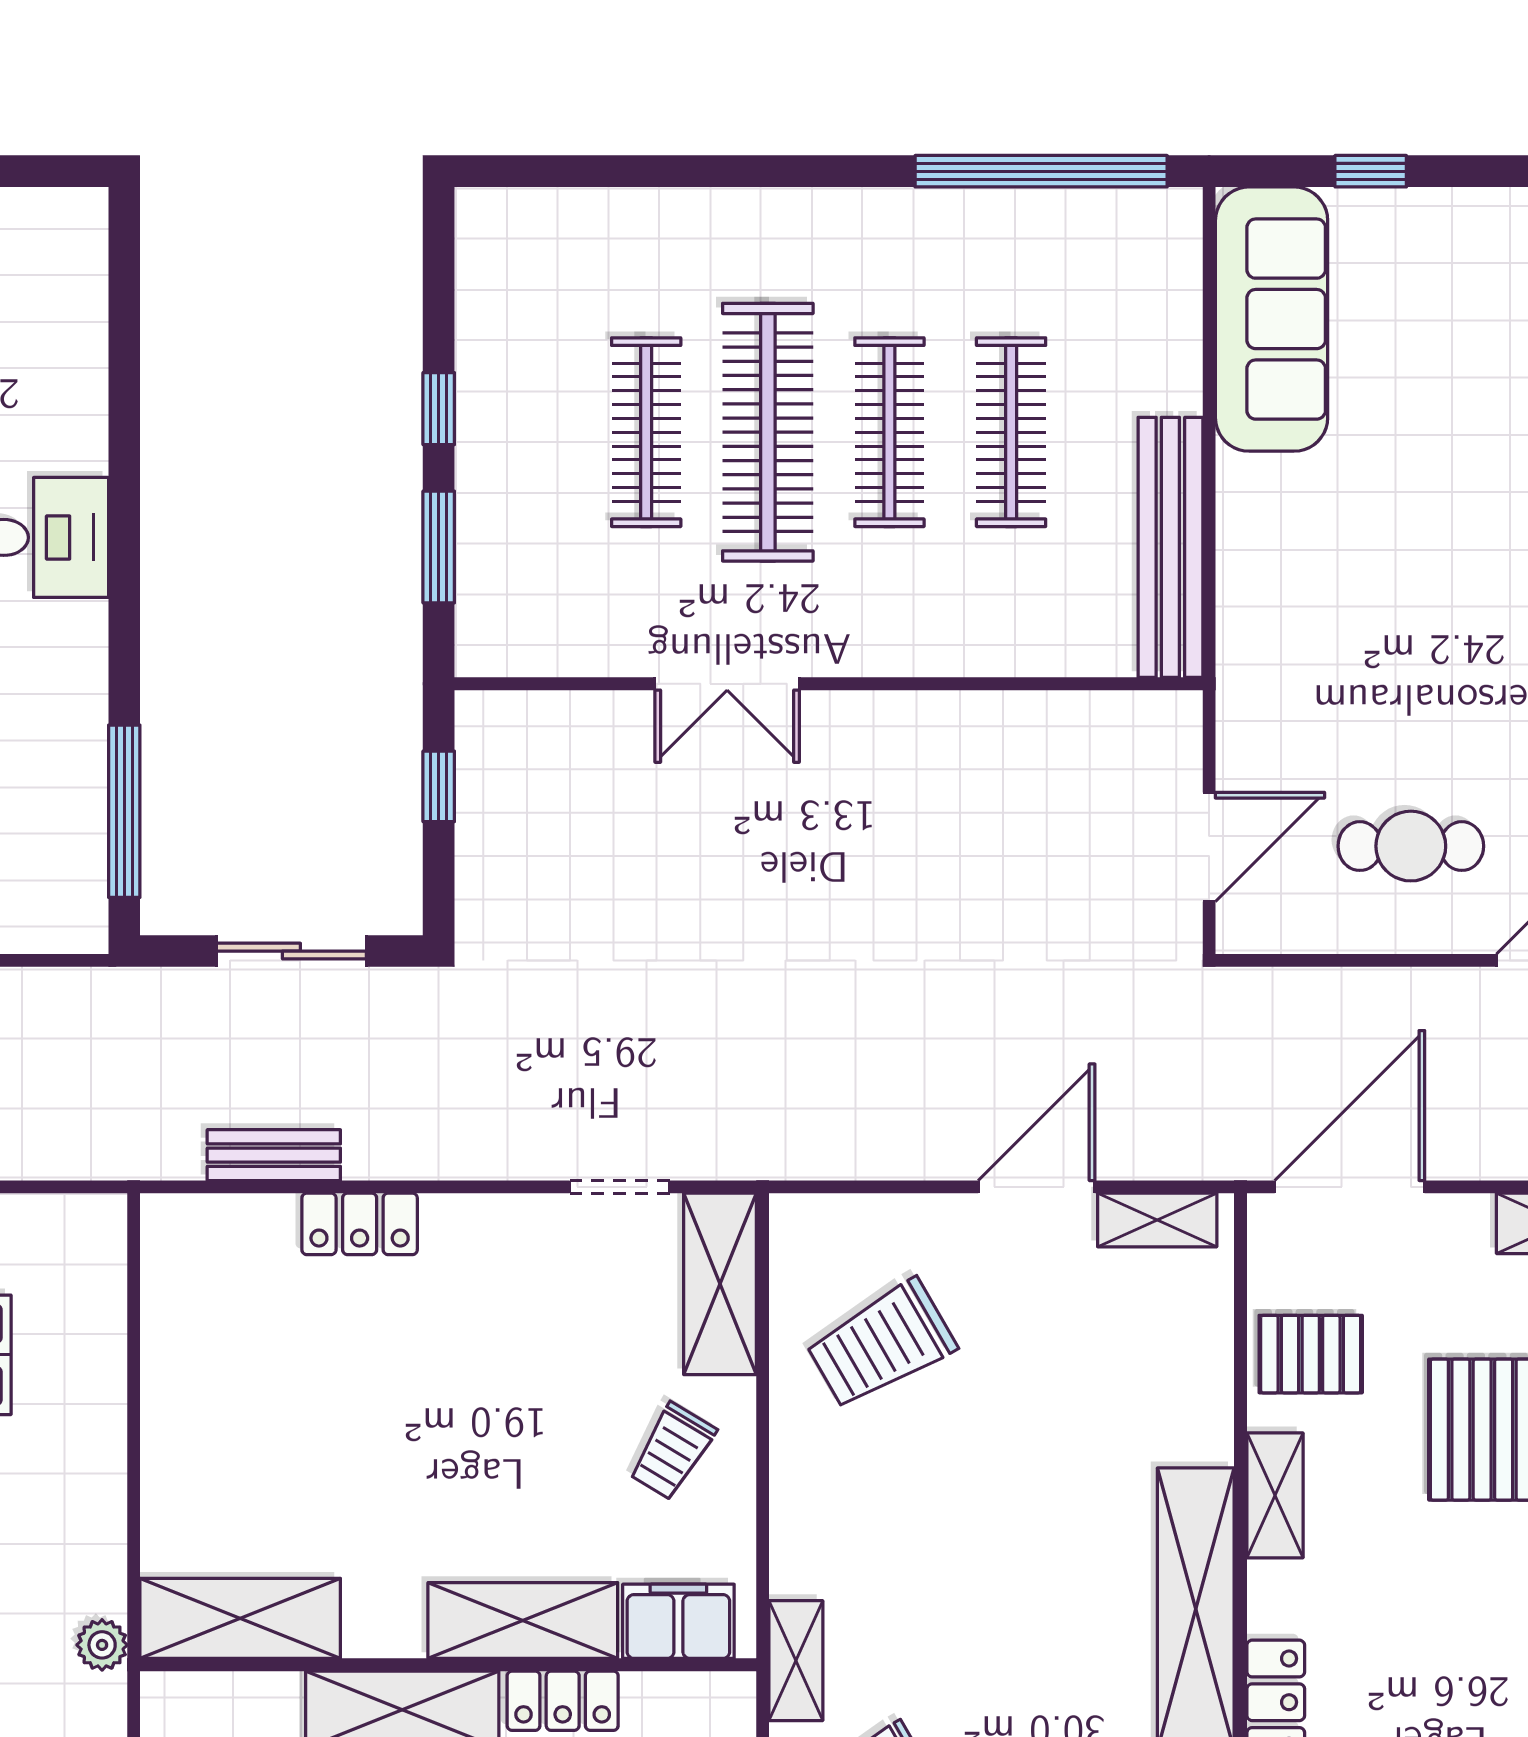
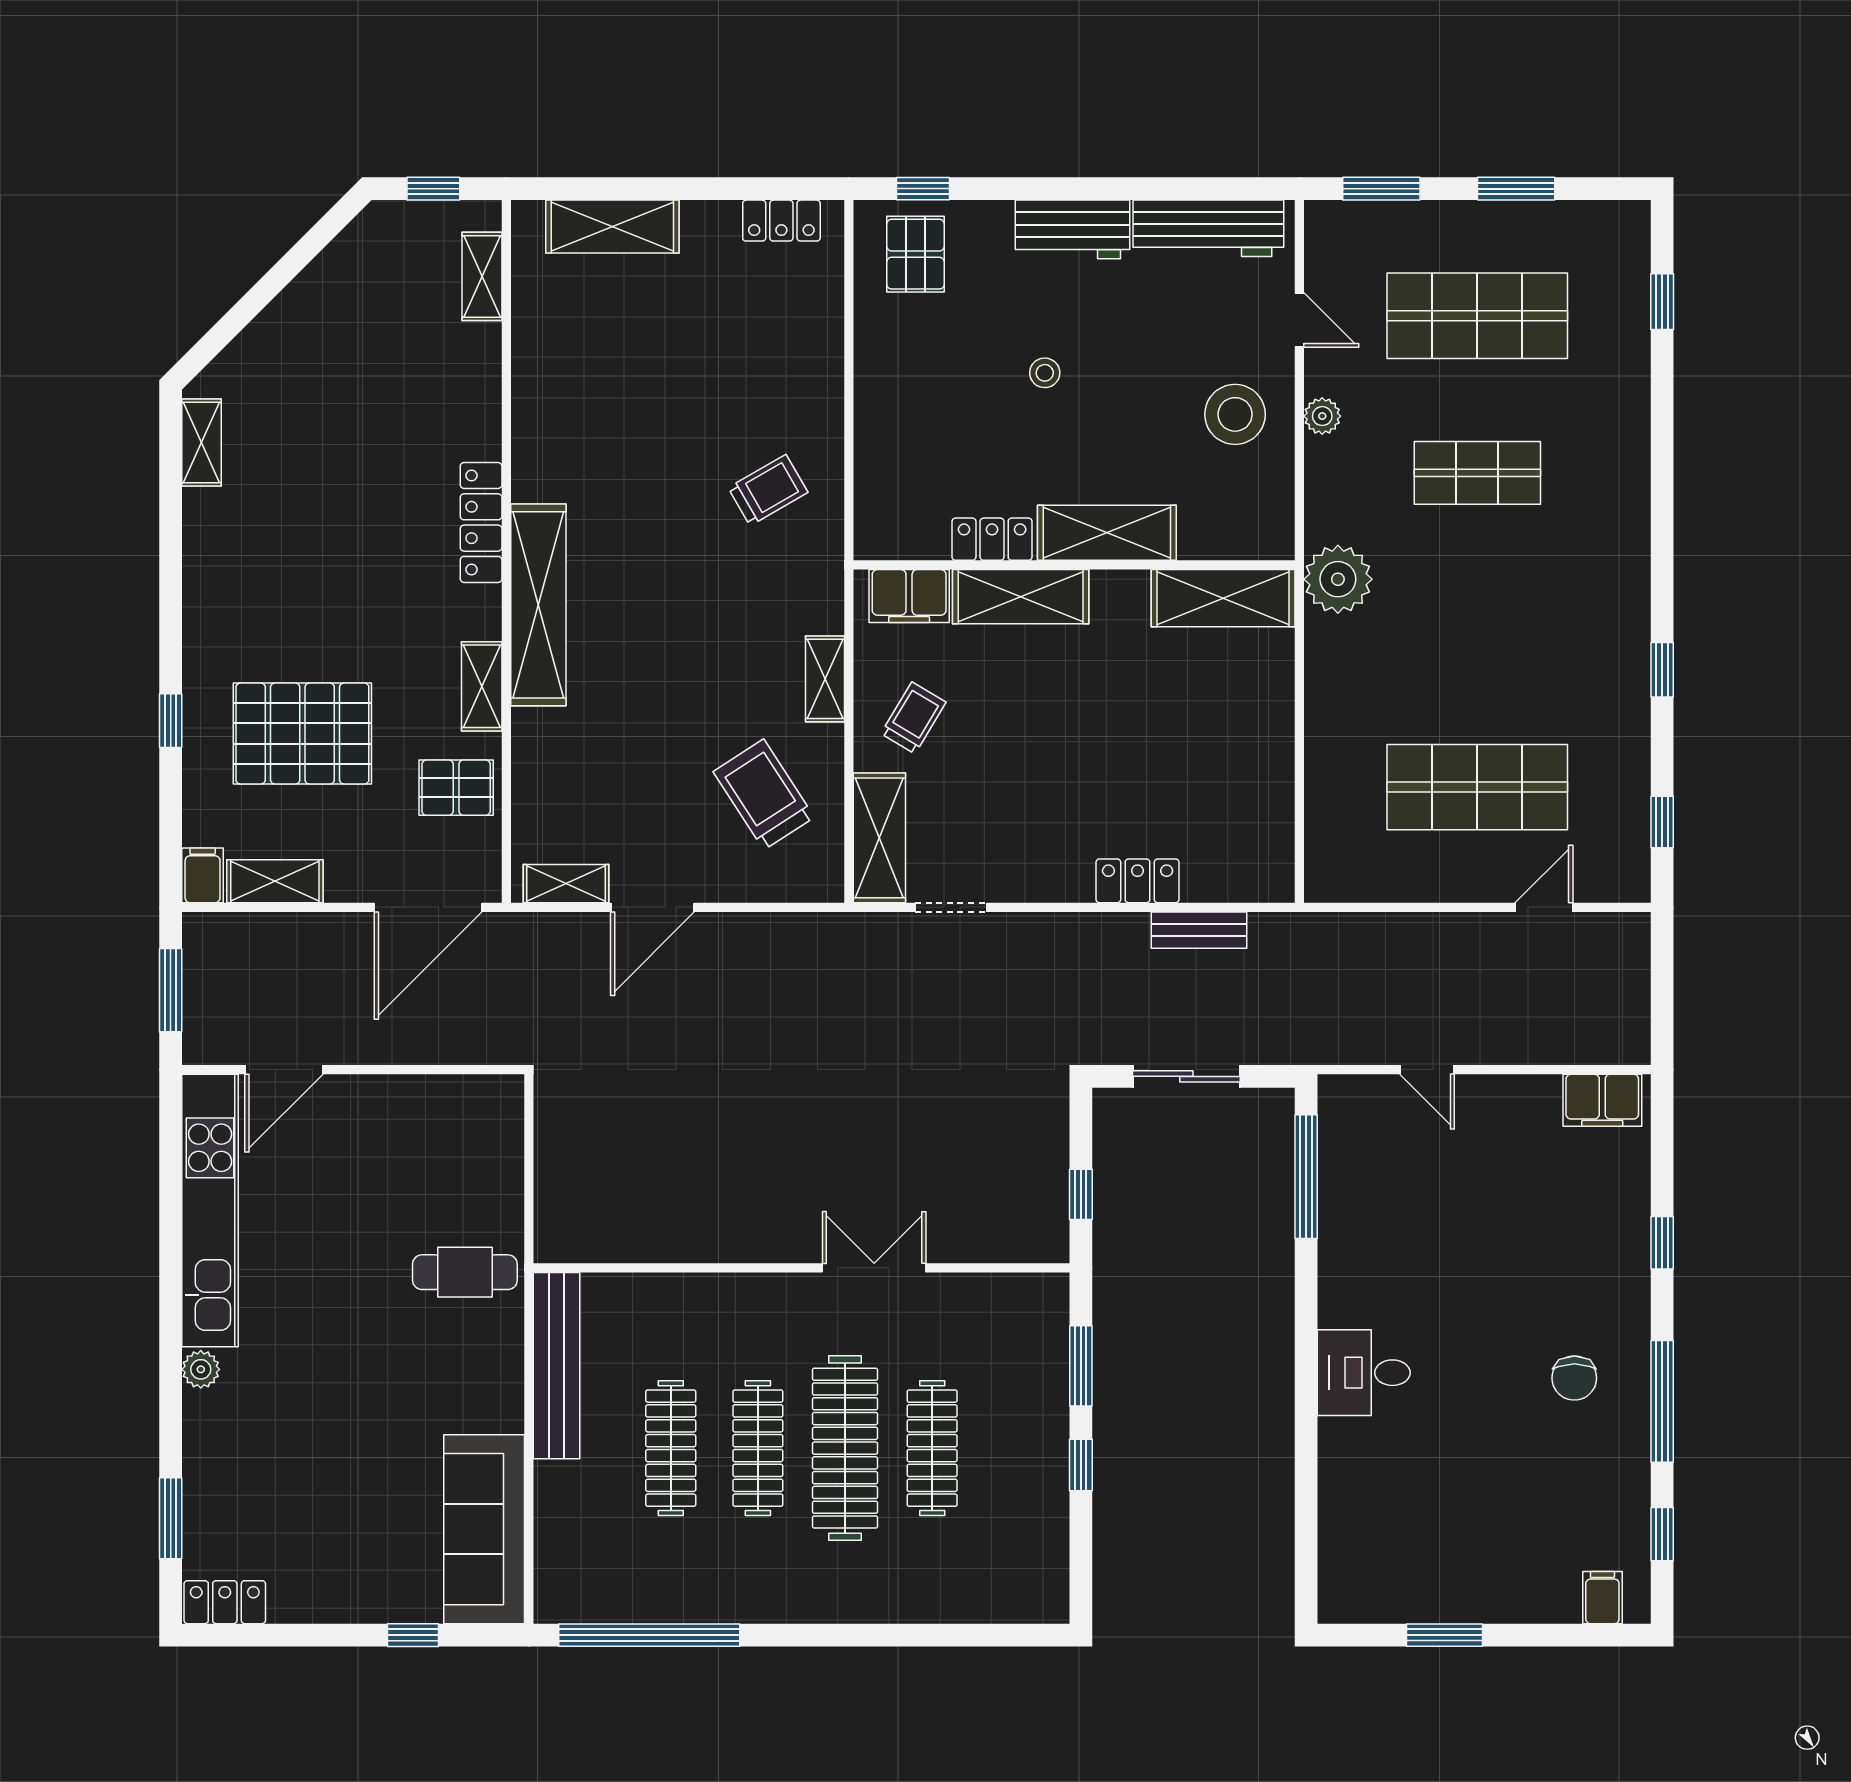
cafe table: (1411, 846) -> (465, 1272), moved
door: (1209, 847) -> (529, 1151), removed
trolley: (881, 1344) -> (764, 794), turned -93
plant: (102, 1645) -> (1338, 579), width x1.88, depth x1.88
shelving: (796, 1661) -> (825, 679), moved

